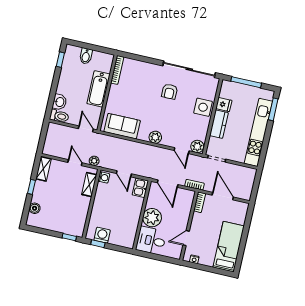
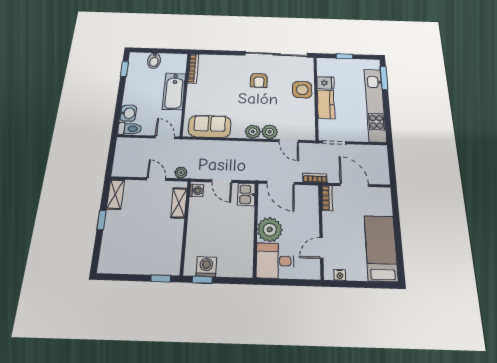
window: (246, 82) -> (344, 56), width x0.46
plant: (197, 146) -> (270, 132), moved
boiler: (35, 208) -> (108, 248), removed

